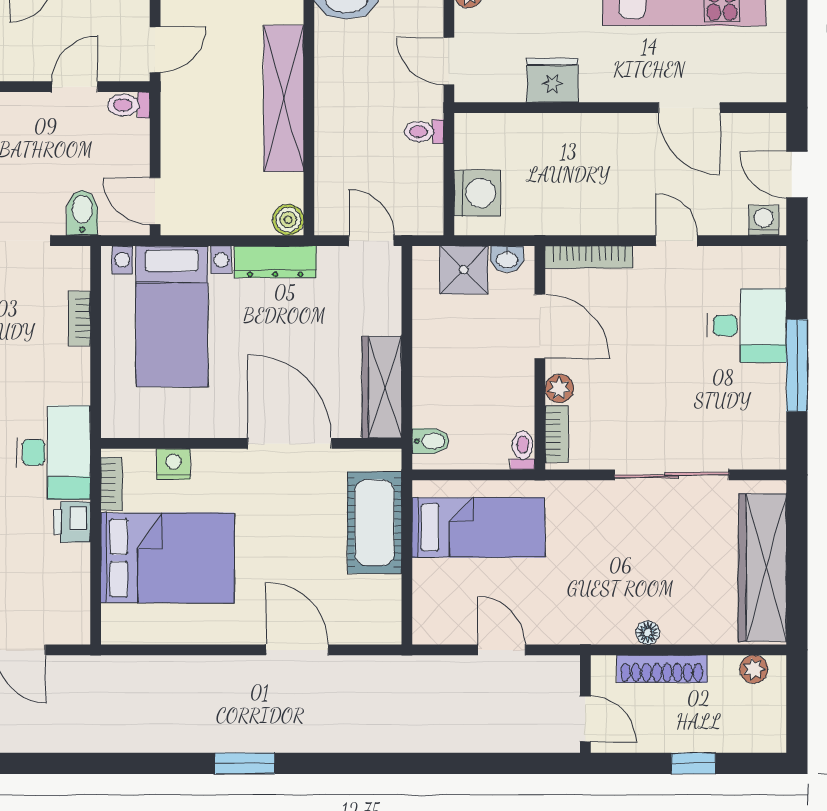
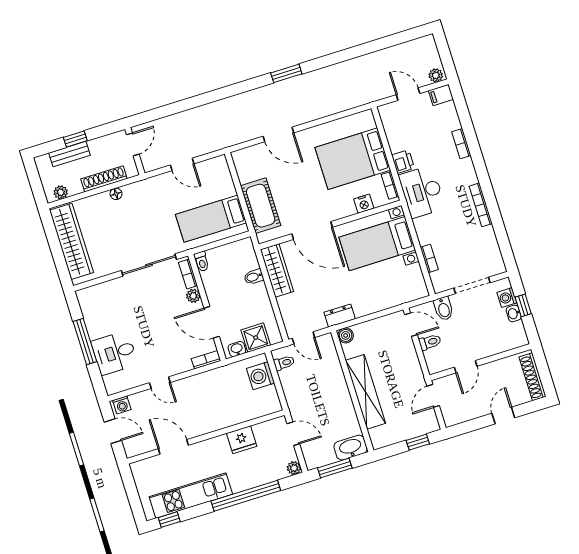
toilet: (129, 105) -> (430, 342), moved
toilet: (424, 132) -> (284, 363), moved
bookcase: (589, 257) -> (206, 360), width x0.64
dresser: (275, 262) -> (340, 316), width x0.70
bed with nightstands: (172, 316) -> (377, 244), moved, turned -90
bidet: (431, 441) -> (254, 277), moved
sliding door: (672, 475) -> (149, 265), moved
door: (585, 719) -> (133, 144), swing flipped
bench: (714, 738) -> (69, 154), added

